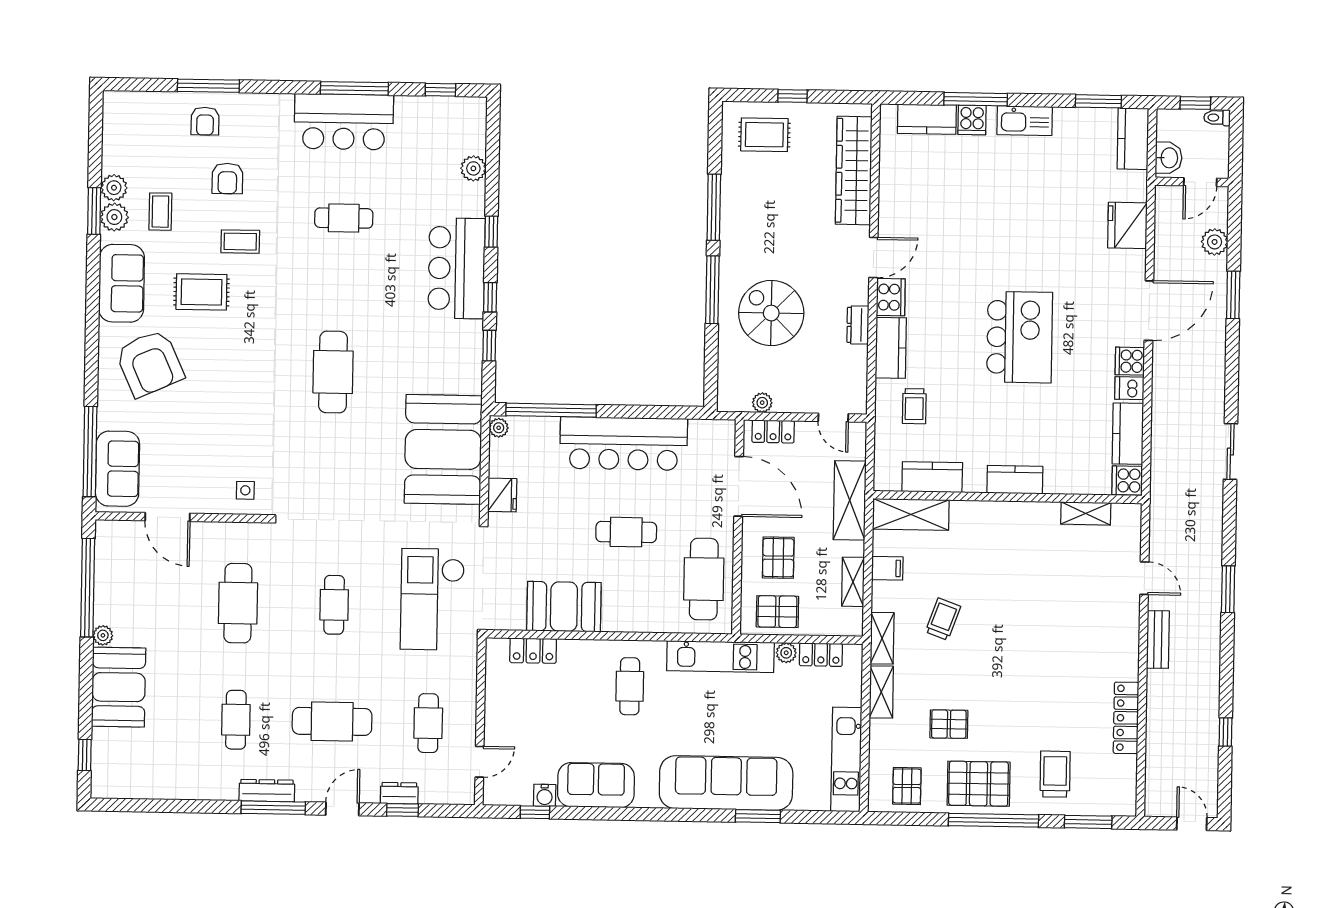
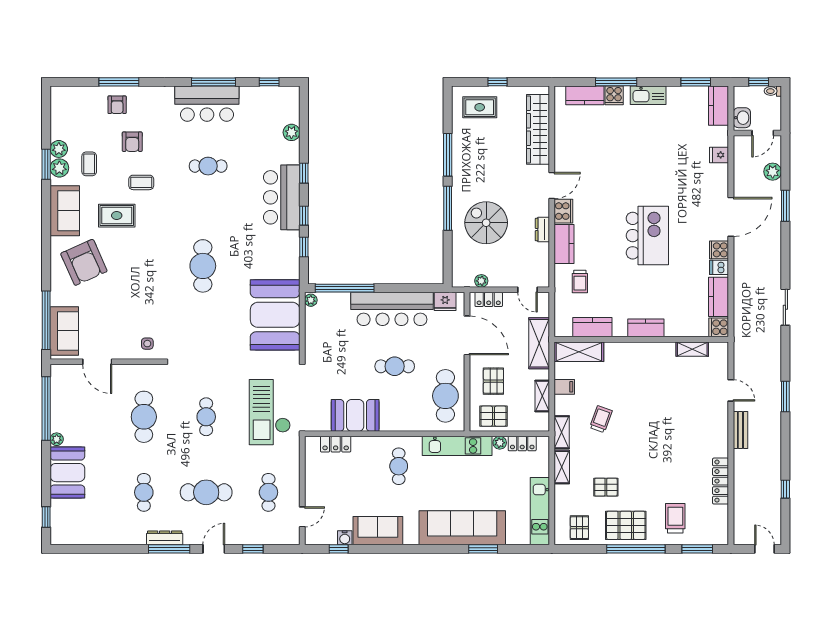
fridge: (1127, 225) -> (719, 155), width x0.53, depth x0.75
fridge: (502, 495) -> (445, 301), moved, turned 90
dresser: (399, 793) -> (251, 538), removed

